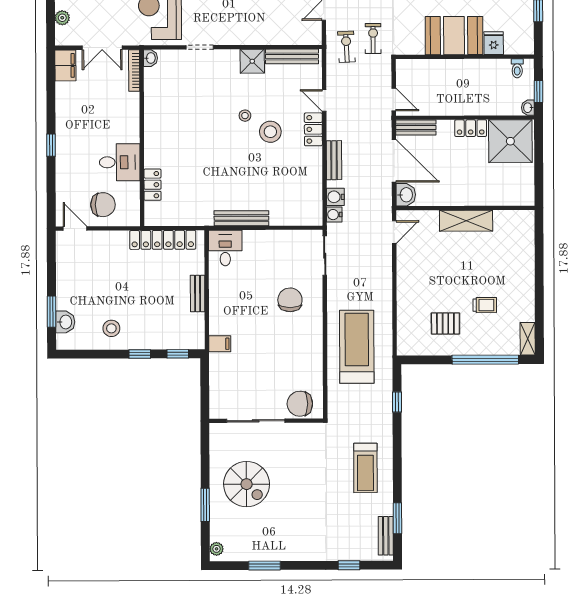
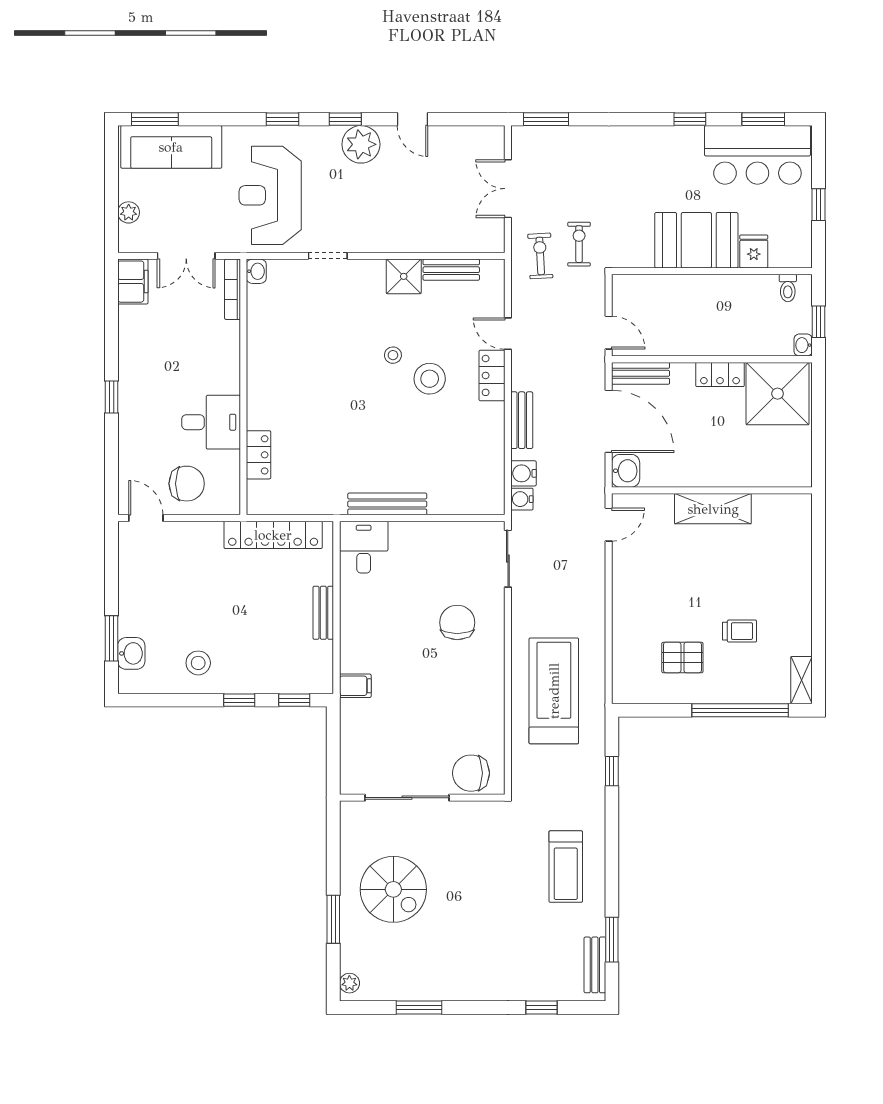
bench: (292, 56) -> (451, 270), width x0.73

